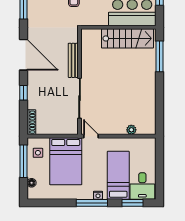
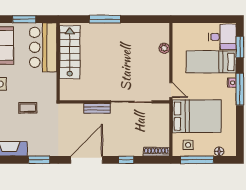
window: (159, 56) -> (105, 19), moved
bench: (73, 60) -> (97, 108), width x0.73
door: (91, 136) -> (171, 90), swing flipped

